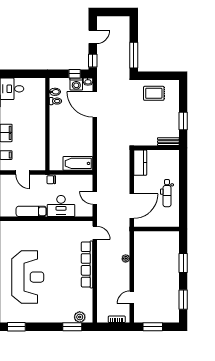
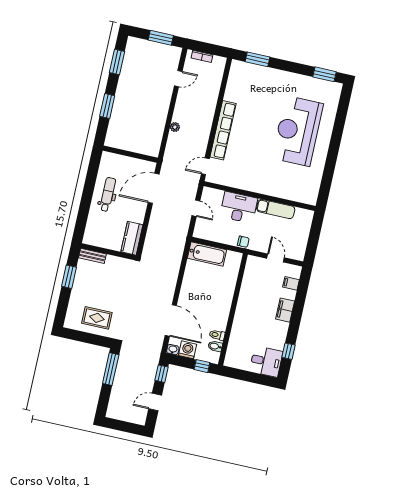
window: (75, 74) -> (202, 366), moved
door: (95, 233) -> (205, 166), hinge flipped
plant: (80, 317) -> (246, 69), removed

